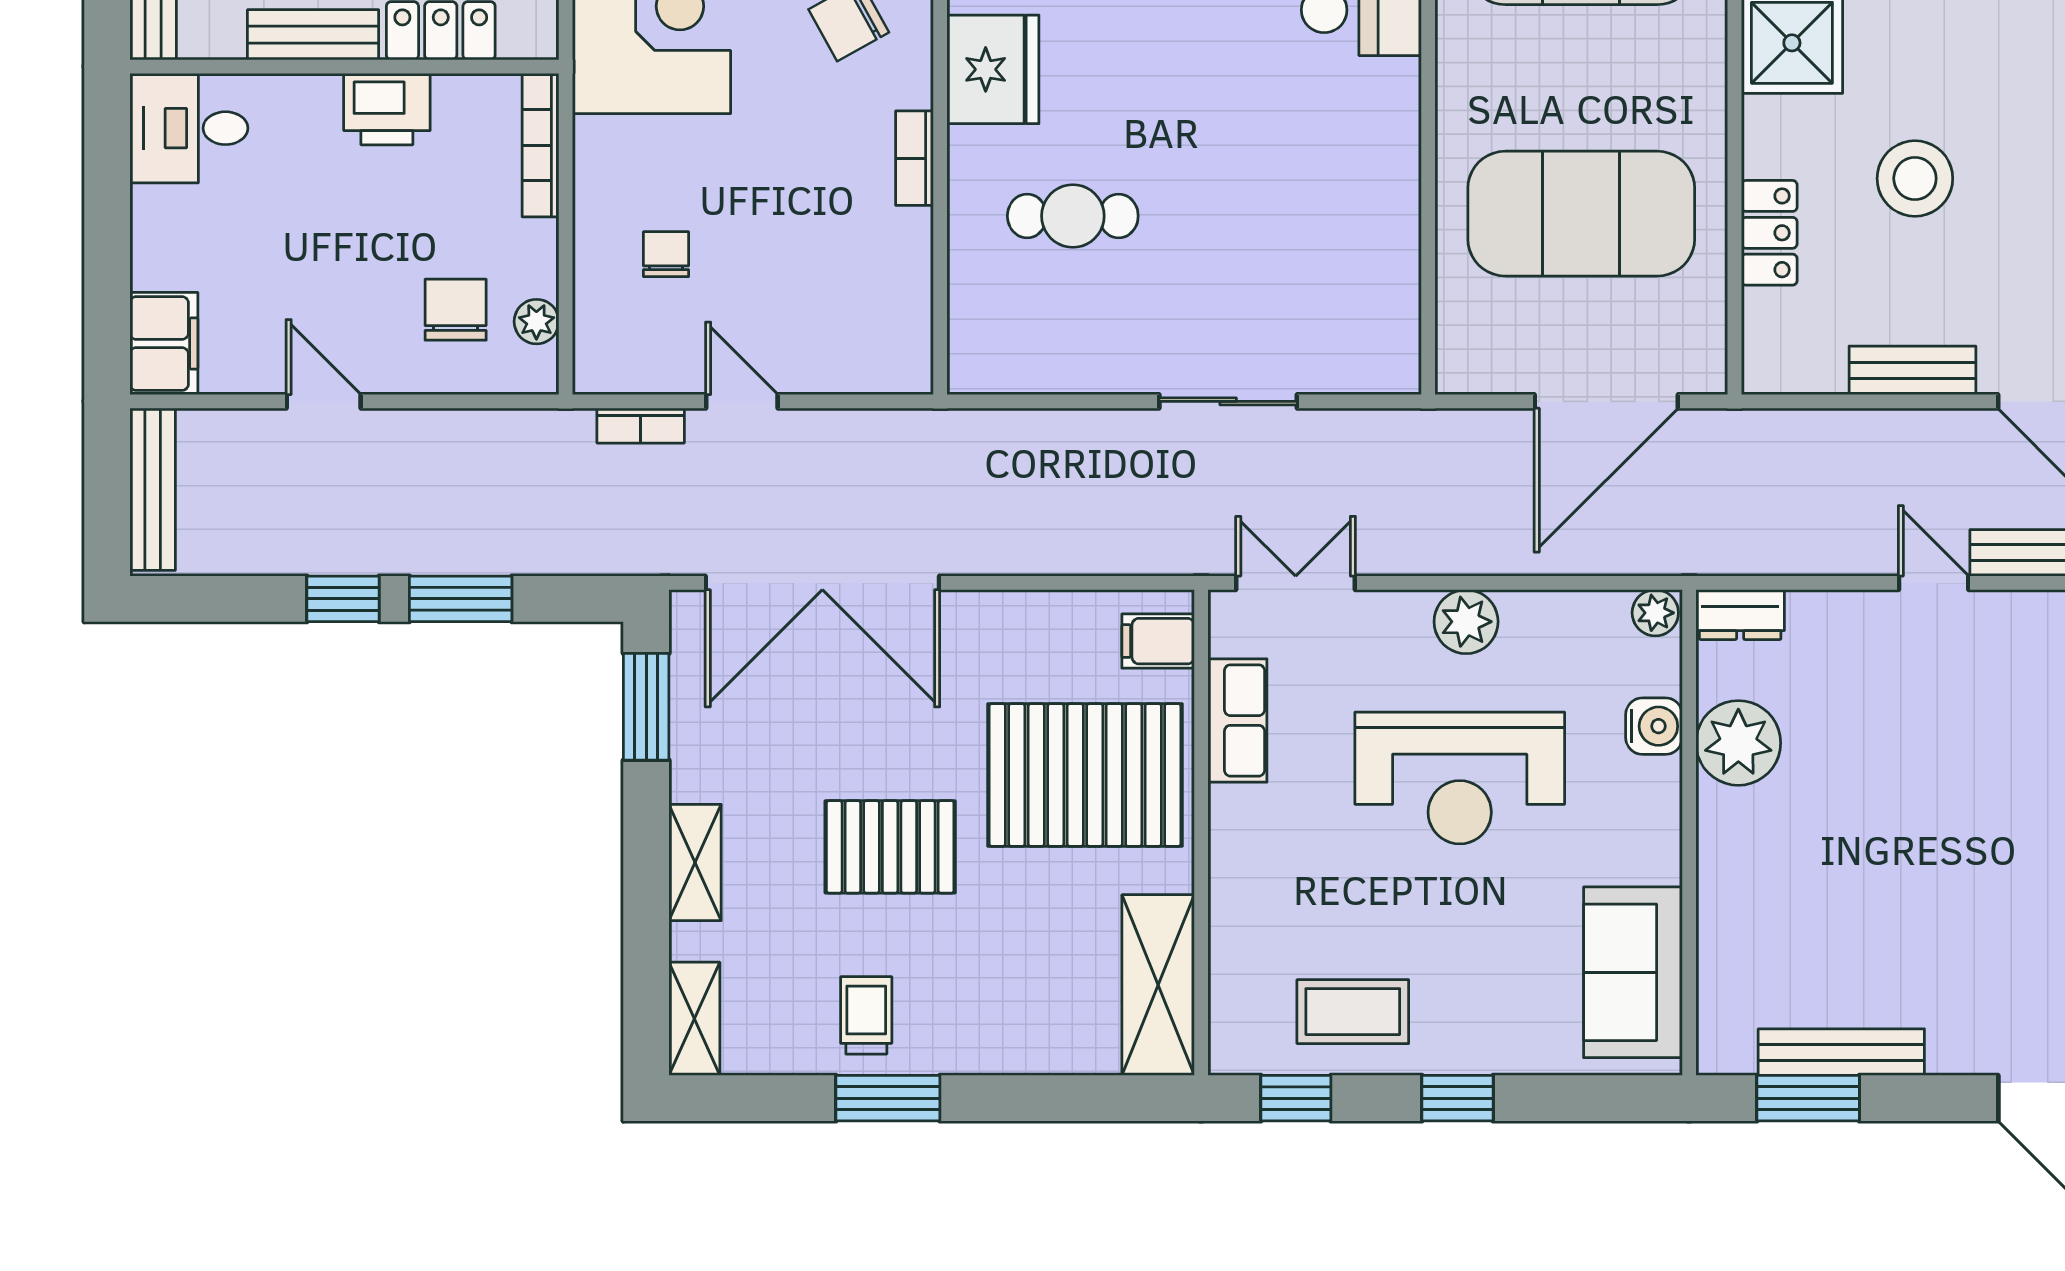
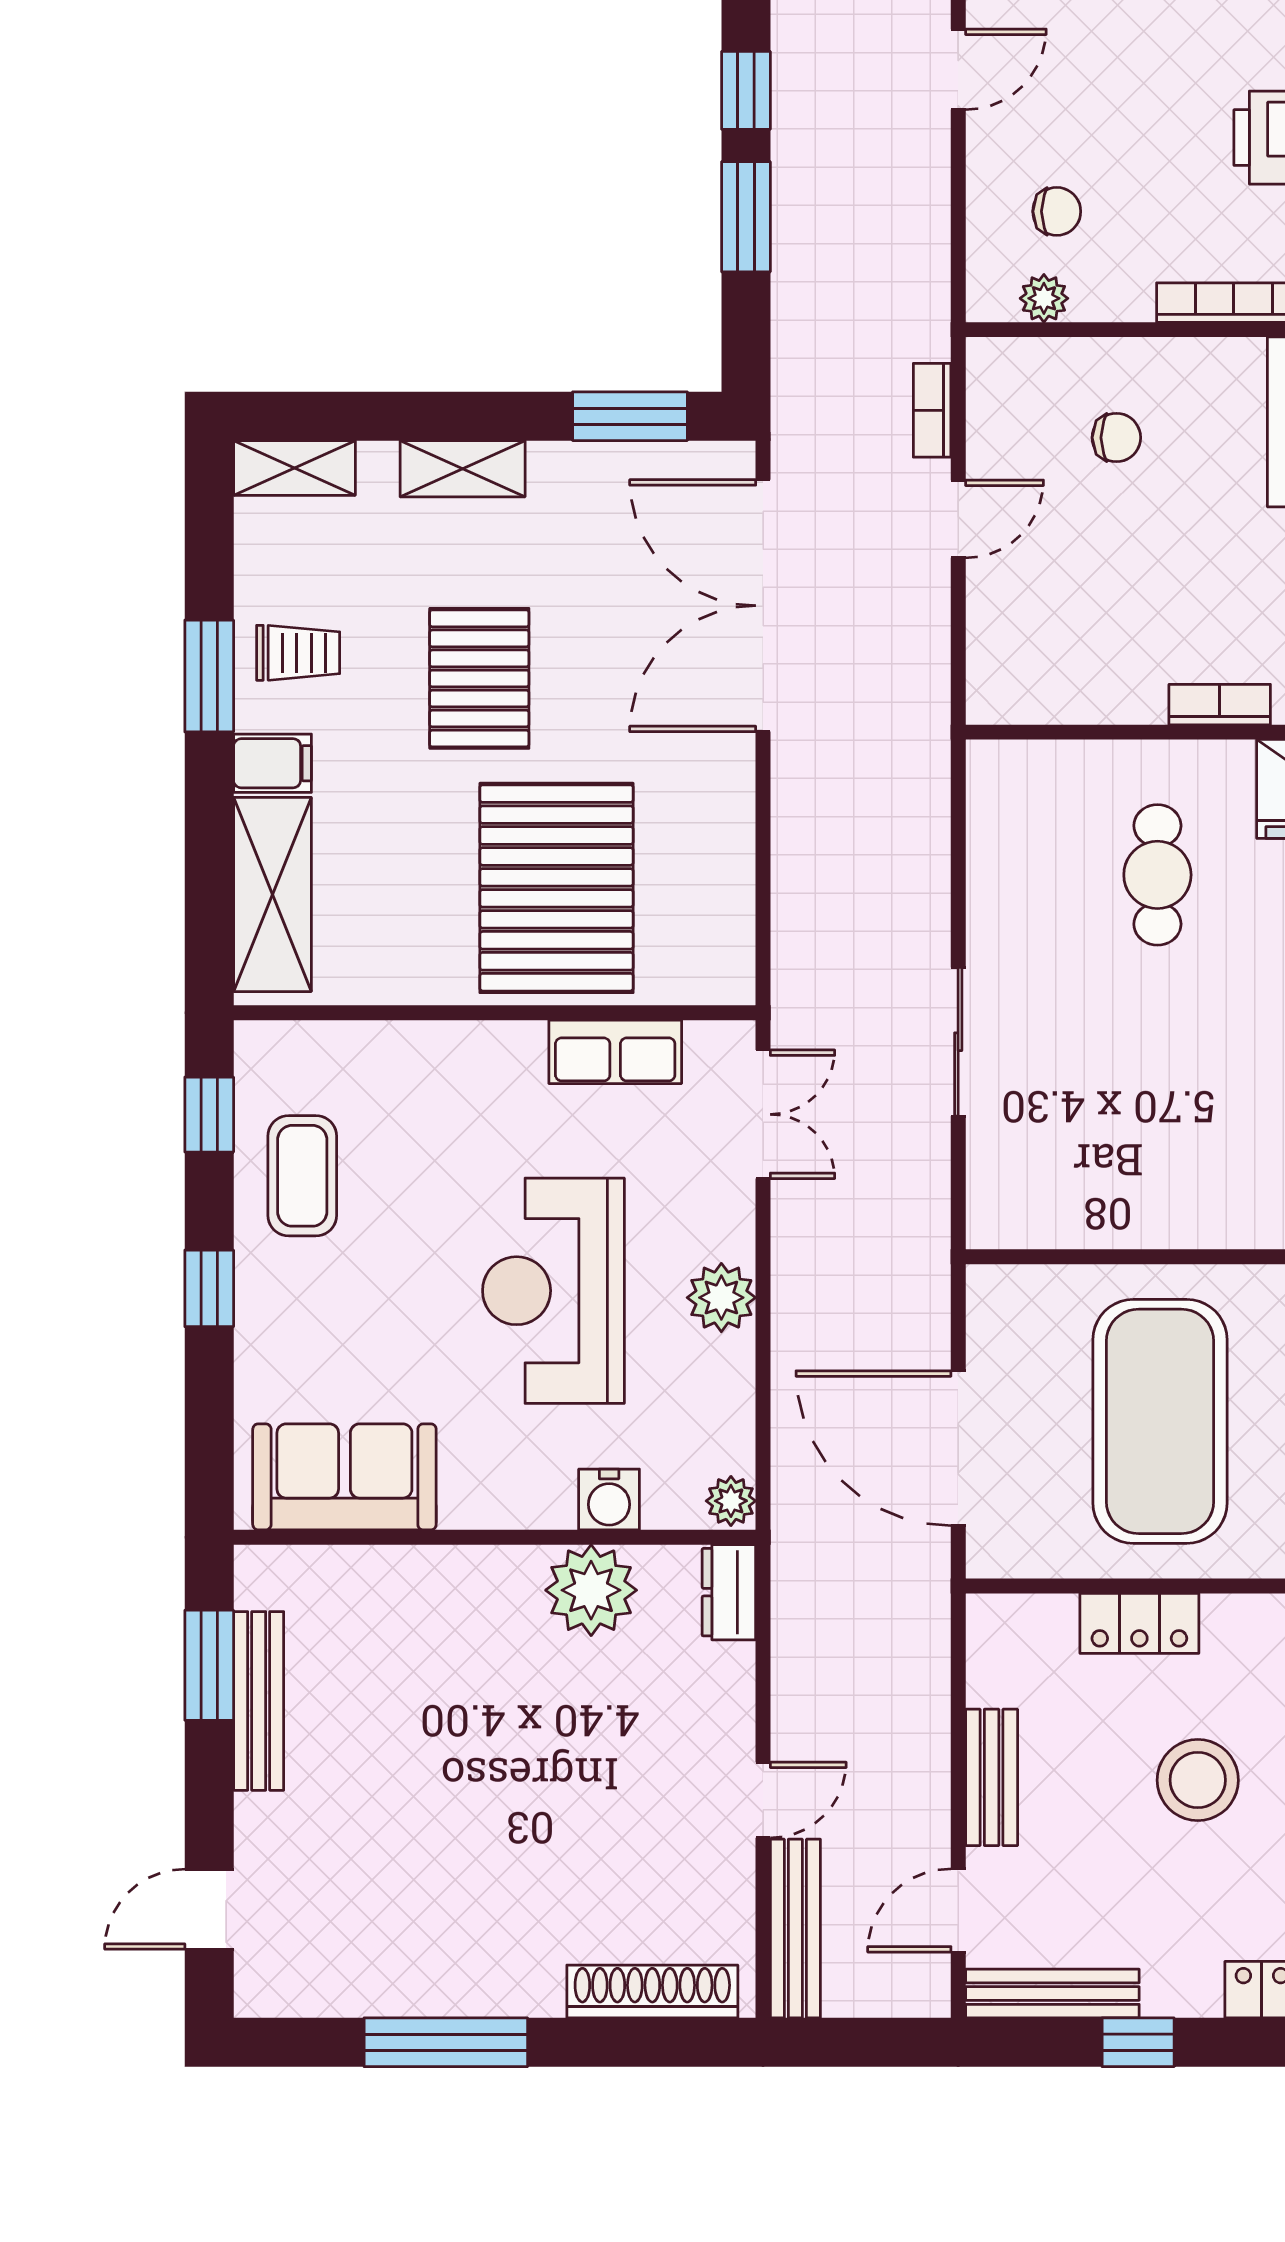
chair: (456, 310) -> (1057, 211), width x0.73, depth x0.73
filing cabinet: (1158, 641) -> (273, 763), moved, turned 90
shelving: (1158, 985) -> (272, 894), moved, turned 90

